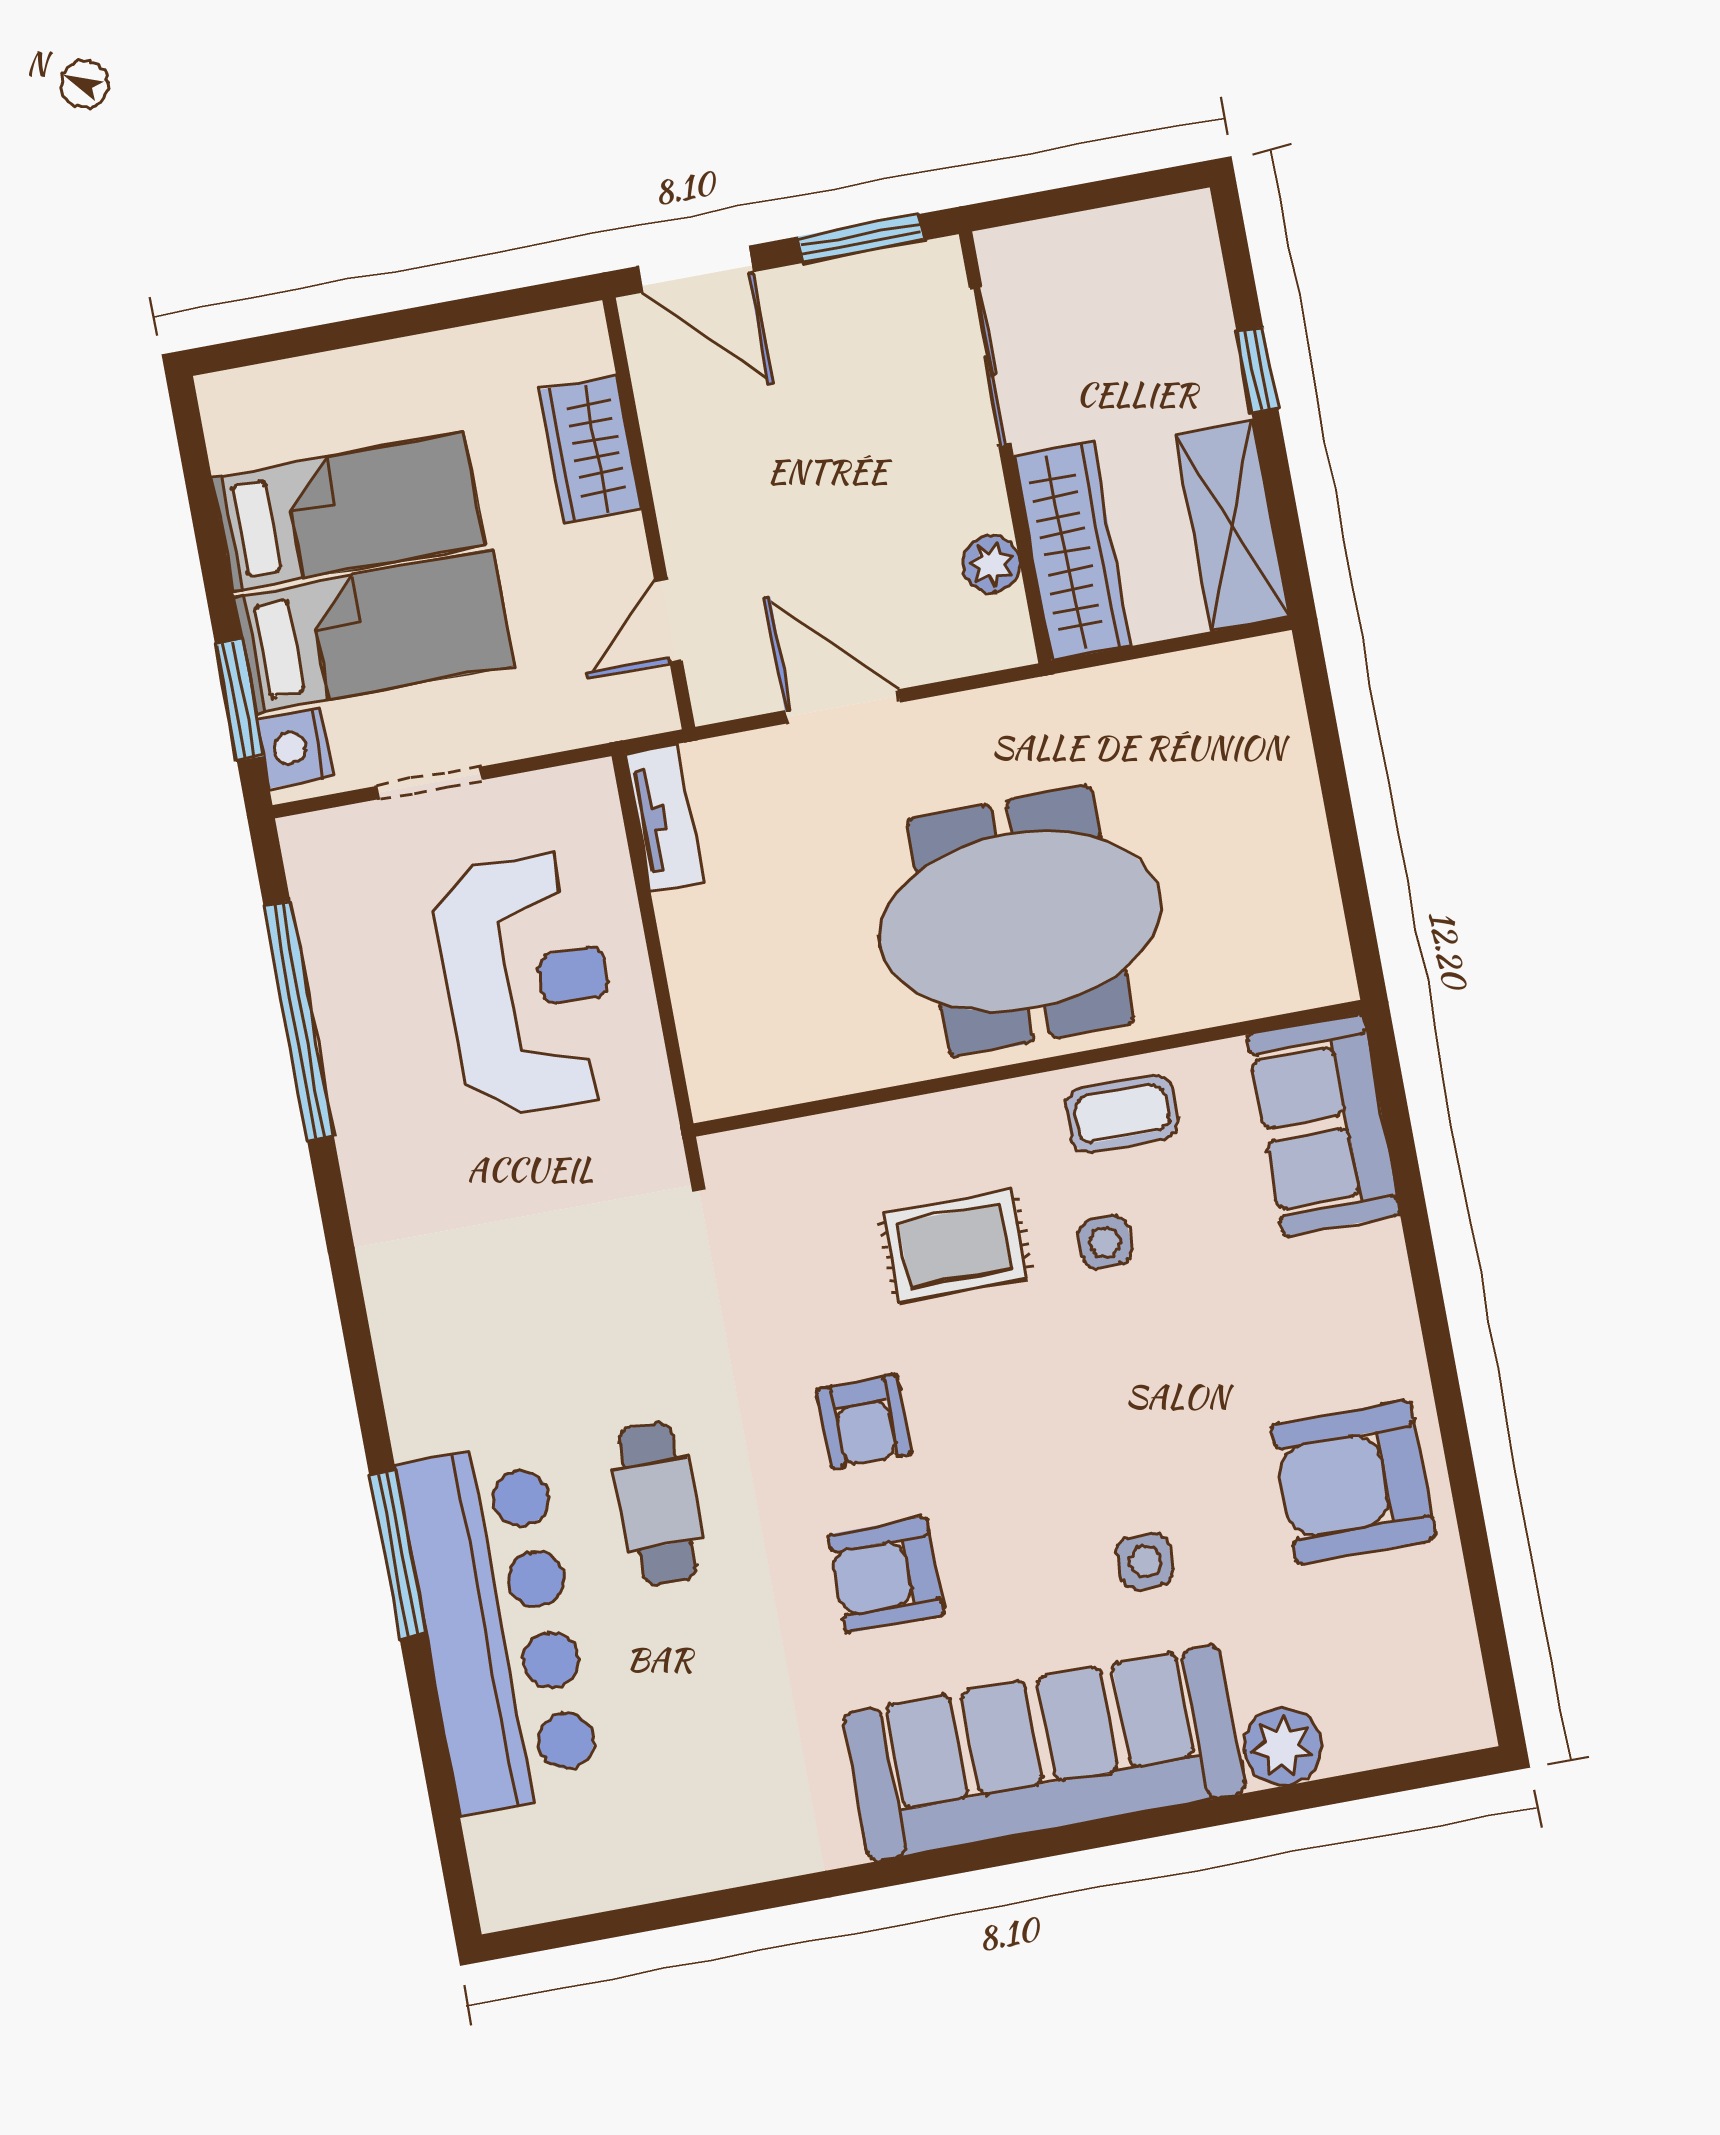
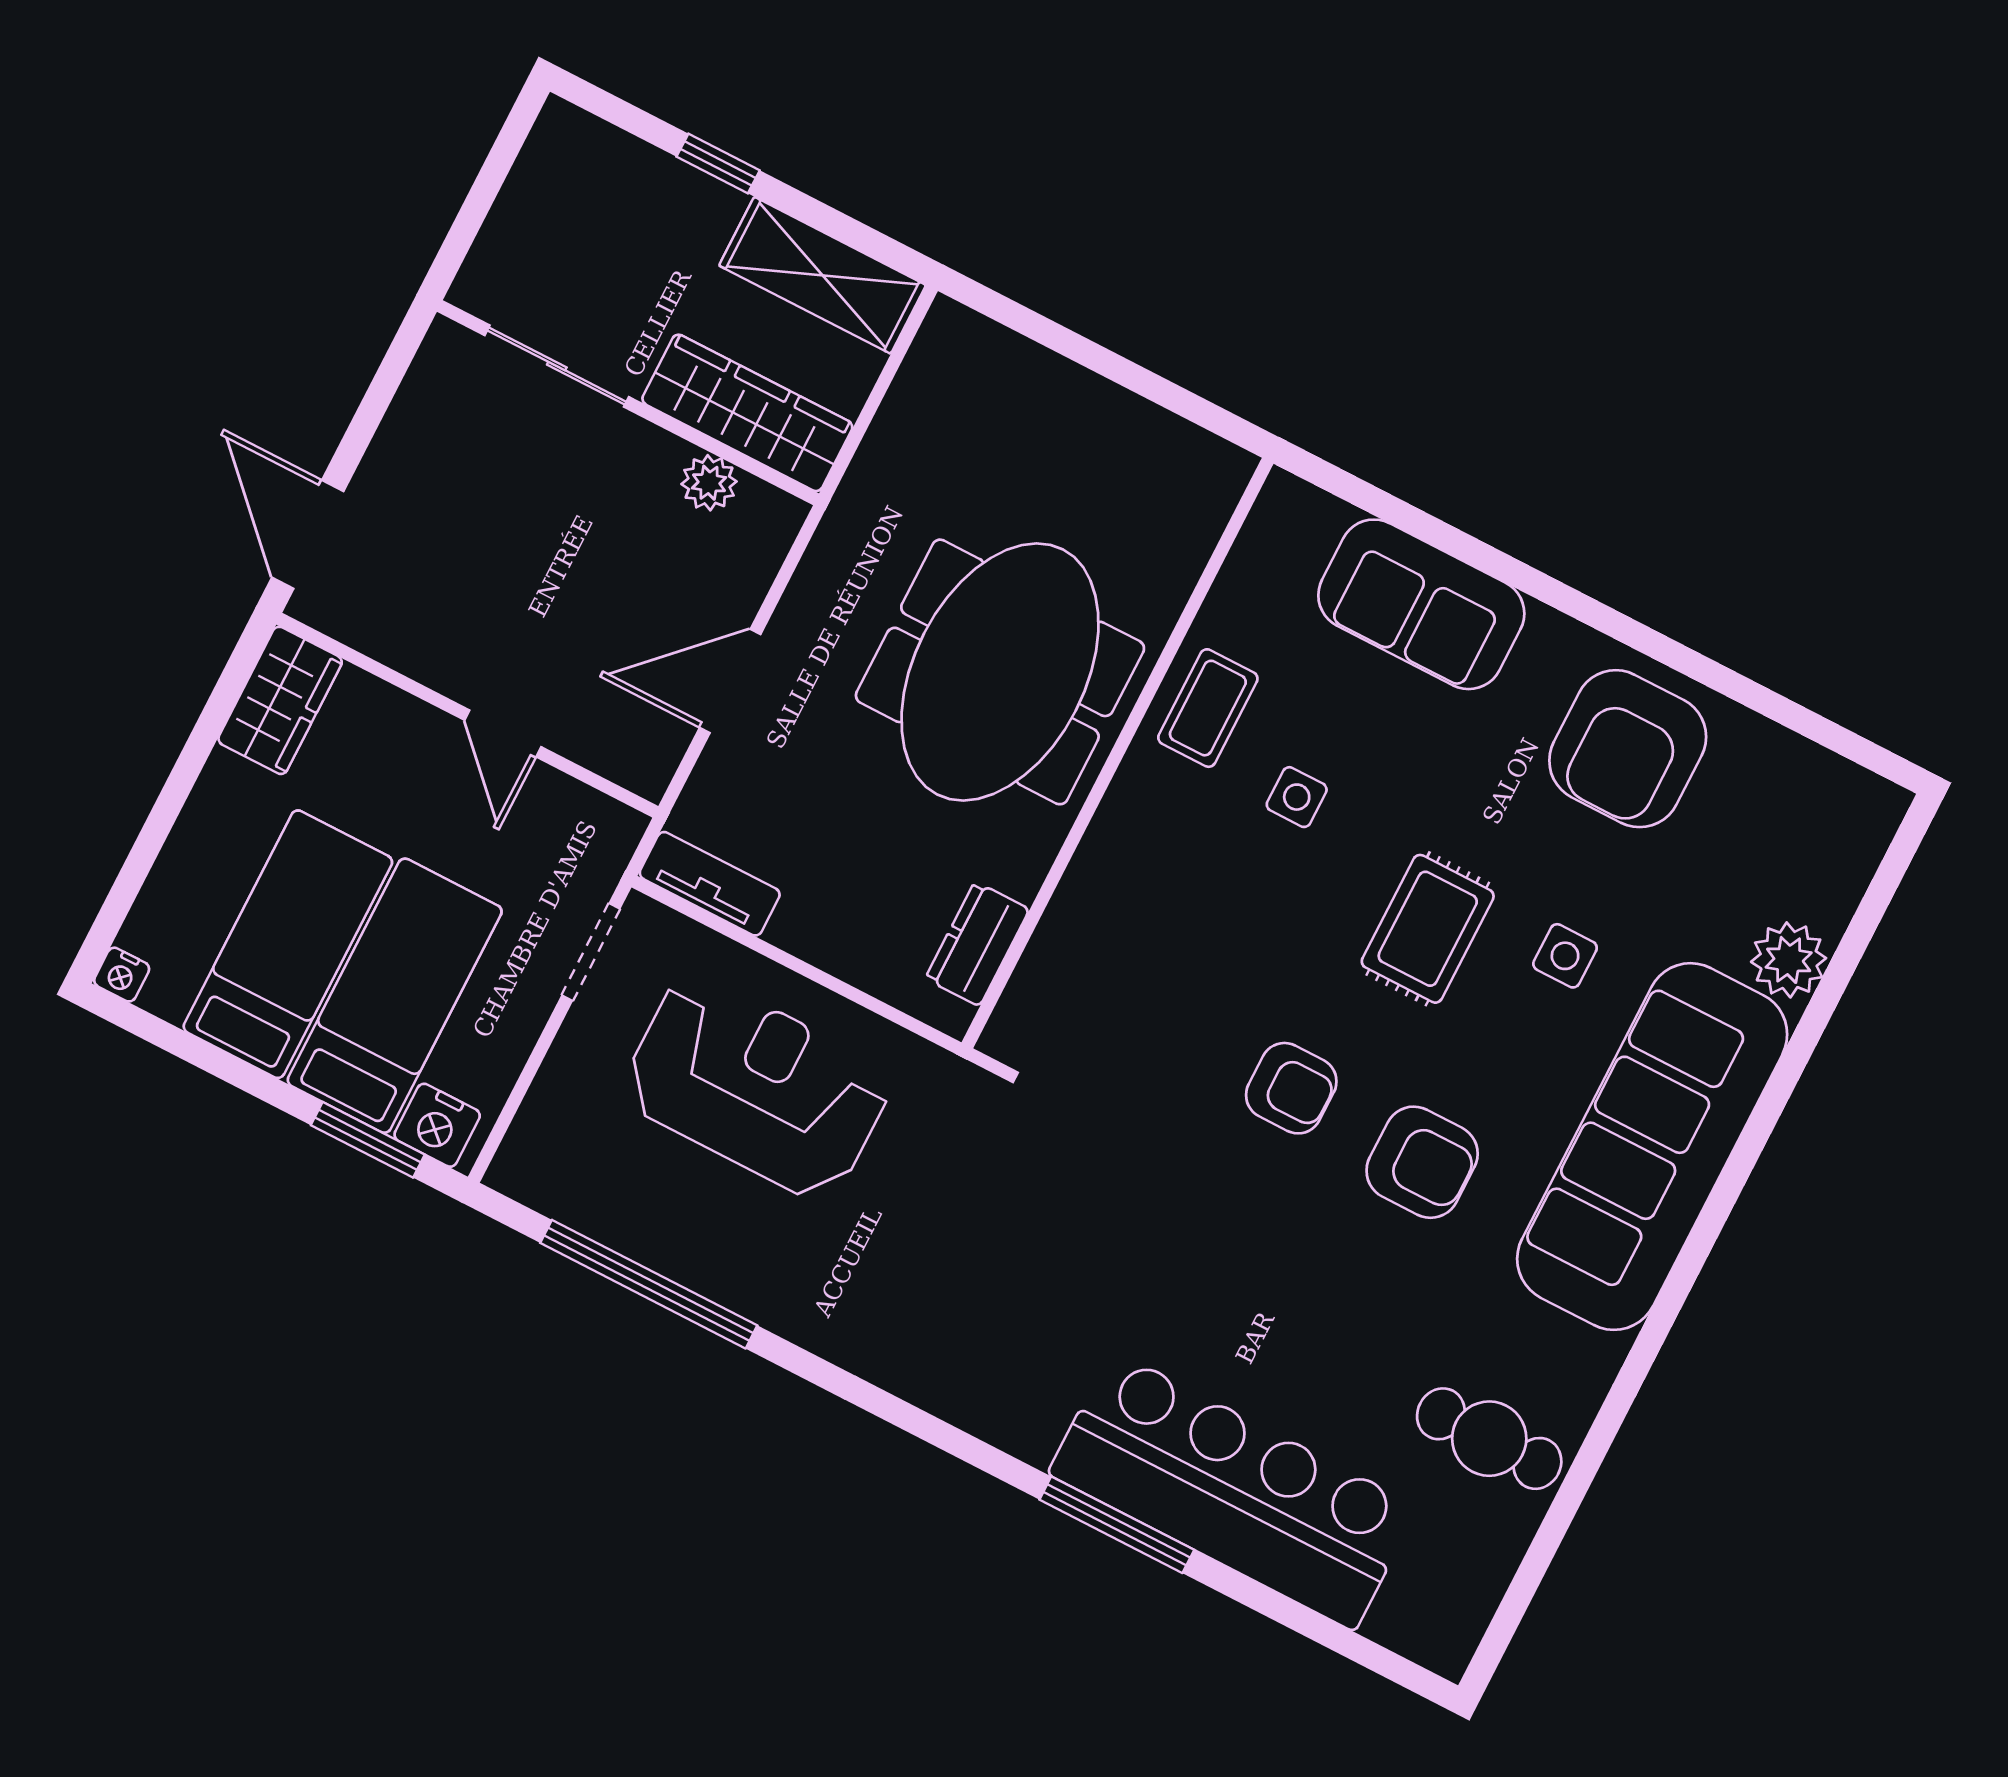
window: (861, 239) -> (382, 390), removed
door: (696, 269) -> (308, 534), swing flipped
nightstand: (219, 395) -> (122, 975), added
wardrobe: (590, 450) -> (280, 700), moved, turned -90
door: (669, 621) -> (503, 734), moved
doorway: (429, 783) -> (591, 952), moved
dresser: (784, 1074) -> (977, 944), added
sofa: (1323, 1125) -> (1421, 604), moved
rug: (955, 1245) -> (1428, 929), moved
cafe table: (658, 1504) -> (1489, 1439), moved
armchair: (886, 1575) -> (1422, 1162), turned -90

